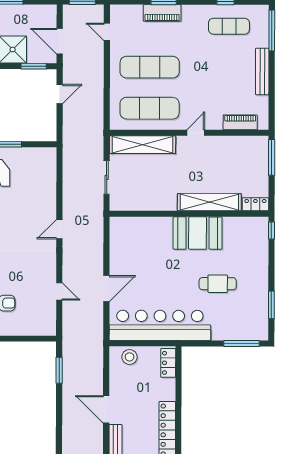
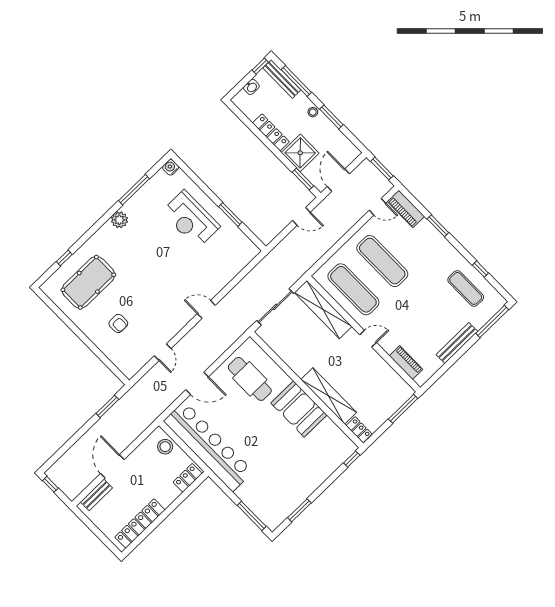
piano: (162, 13) -> (406, 209), moved
door: (107, 32) -> (377, 207), swing flipped
sliding door: (107, 178) -> (275, 307), width x1.37
cafe table: (218, 284) -> (250, 379), moved, width x1.37, depth x1.35

